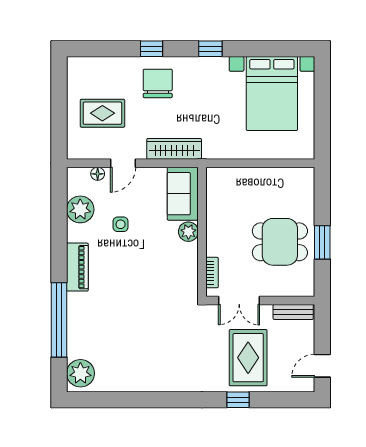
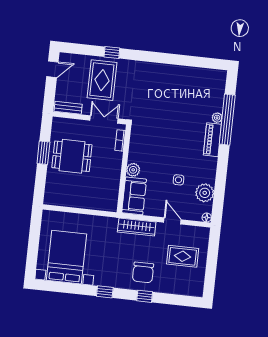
door: (123, 163) -> (172, 221), hinge flipped
floor lamp: (98, 174) -> (207, 217), moved
piano: (77, 267) -> (212, 140), moved
plant: (80, 373) -> (217, 118), moved, width x0.53, depth x0.53

